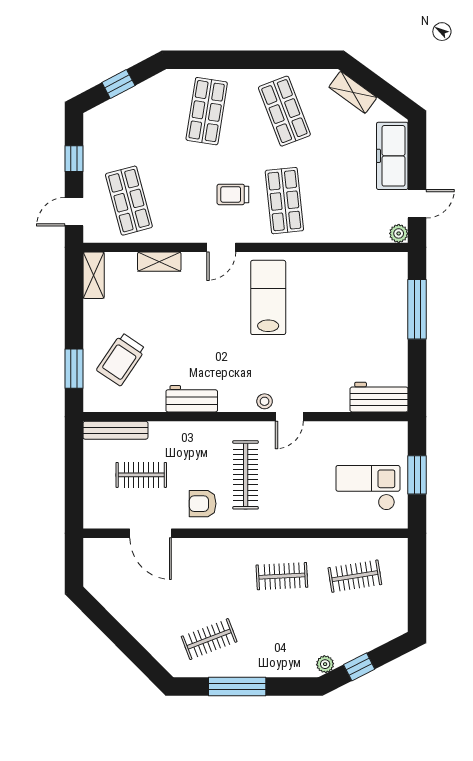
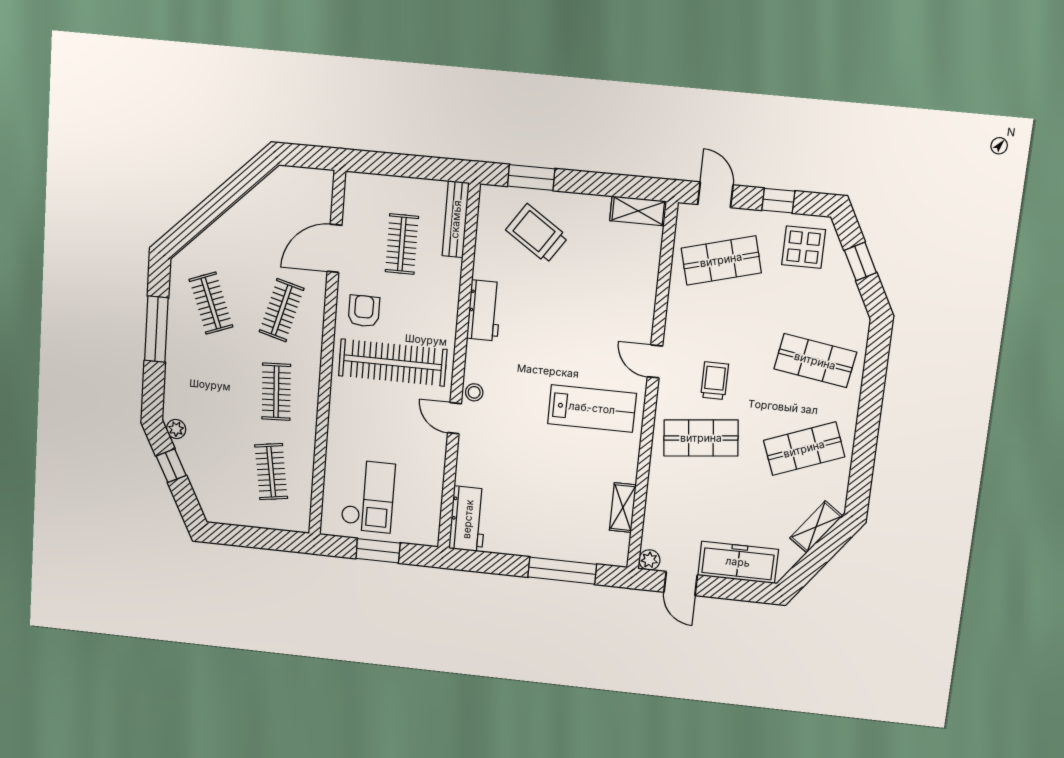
display table: (111, 133) -> (804, 247), added
shelving: (159, 262) -> (623, 508), moved
clothes rail: (246, 475) -> (393, 363), width x1.37, depth x1.31
clothes rail: (209, 576) -> (282, 310), added

